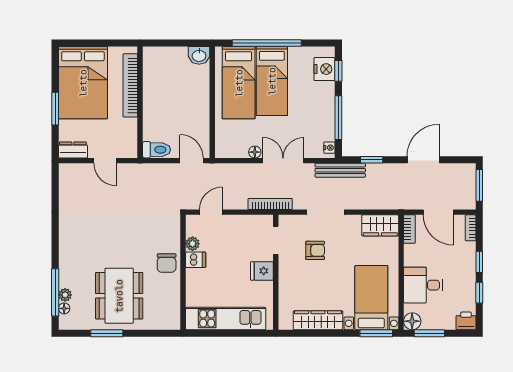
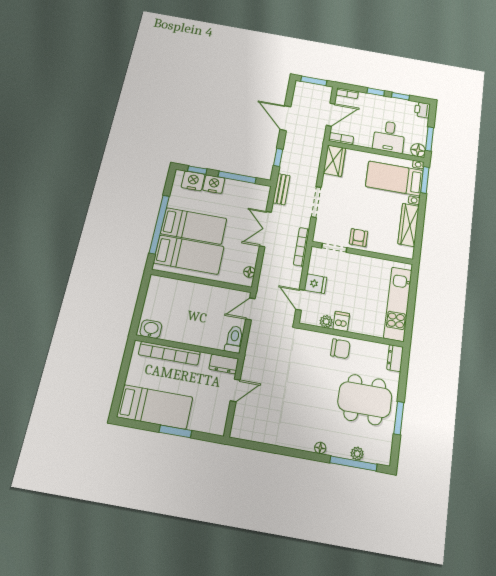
washbasin: (199, 55) -> (151, 329), moved, turned -90
bed: (83, 83) -> (155, 407), width x0.67
nightstand: (329, 148) -> (214, 184), moved, width x1.89, depth x1.79
dresser: (73, 150) -> (224, 364), moved, turned -90
floor lamp: (255, 152) -> (249, 272), moved
bench: (340, 170) -> (281, 189), width x0.73
armchair: (315, 250) -> (359, 238), moved
fridge: (262, 271) -> (316, 284), moved, turned -90
floor lamp: (64, 308) -> (320, 448), moved
dresser: (167, 322) -> (395, 358), added

